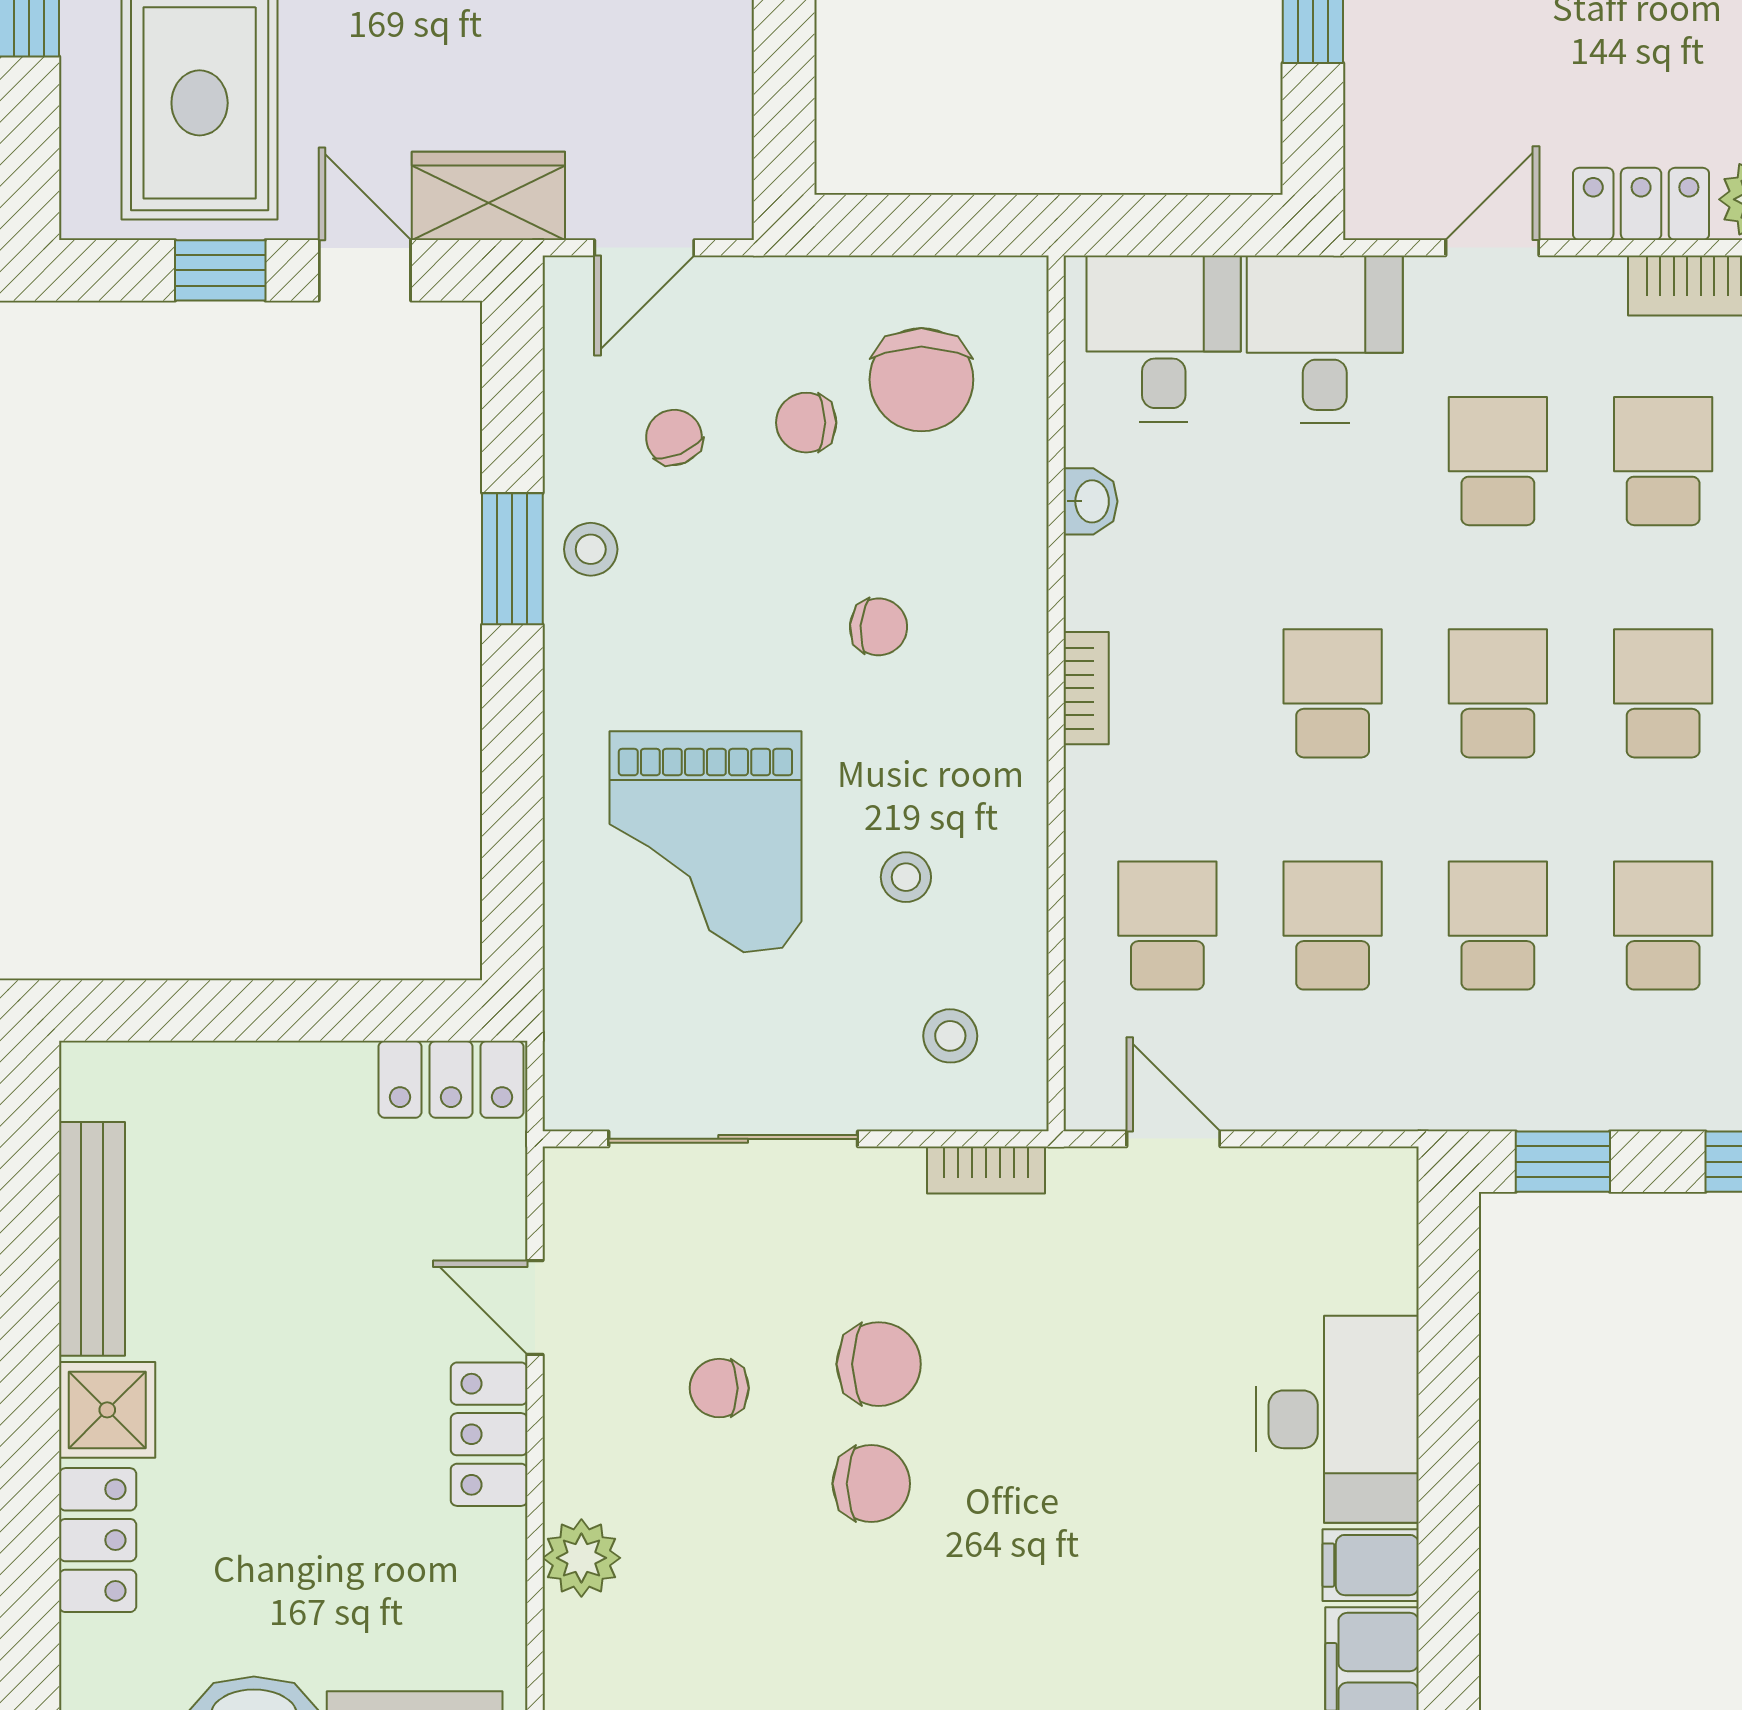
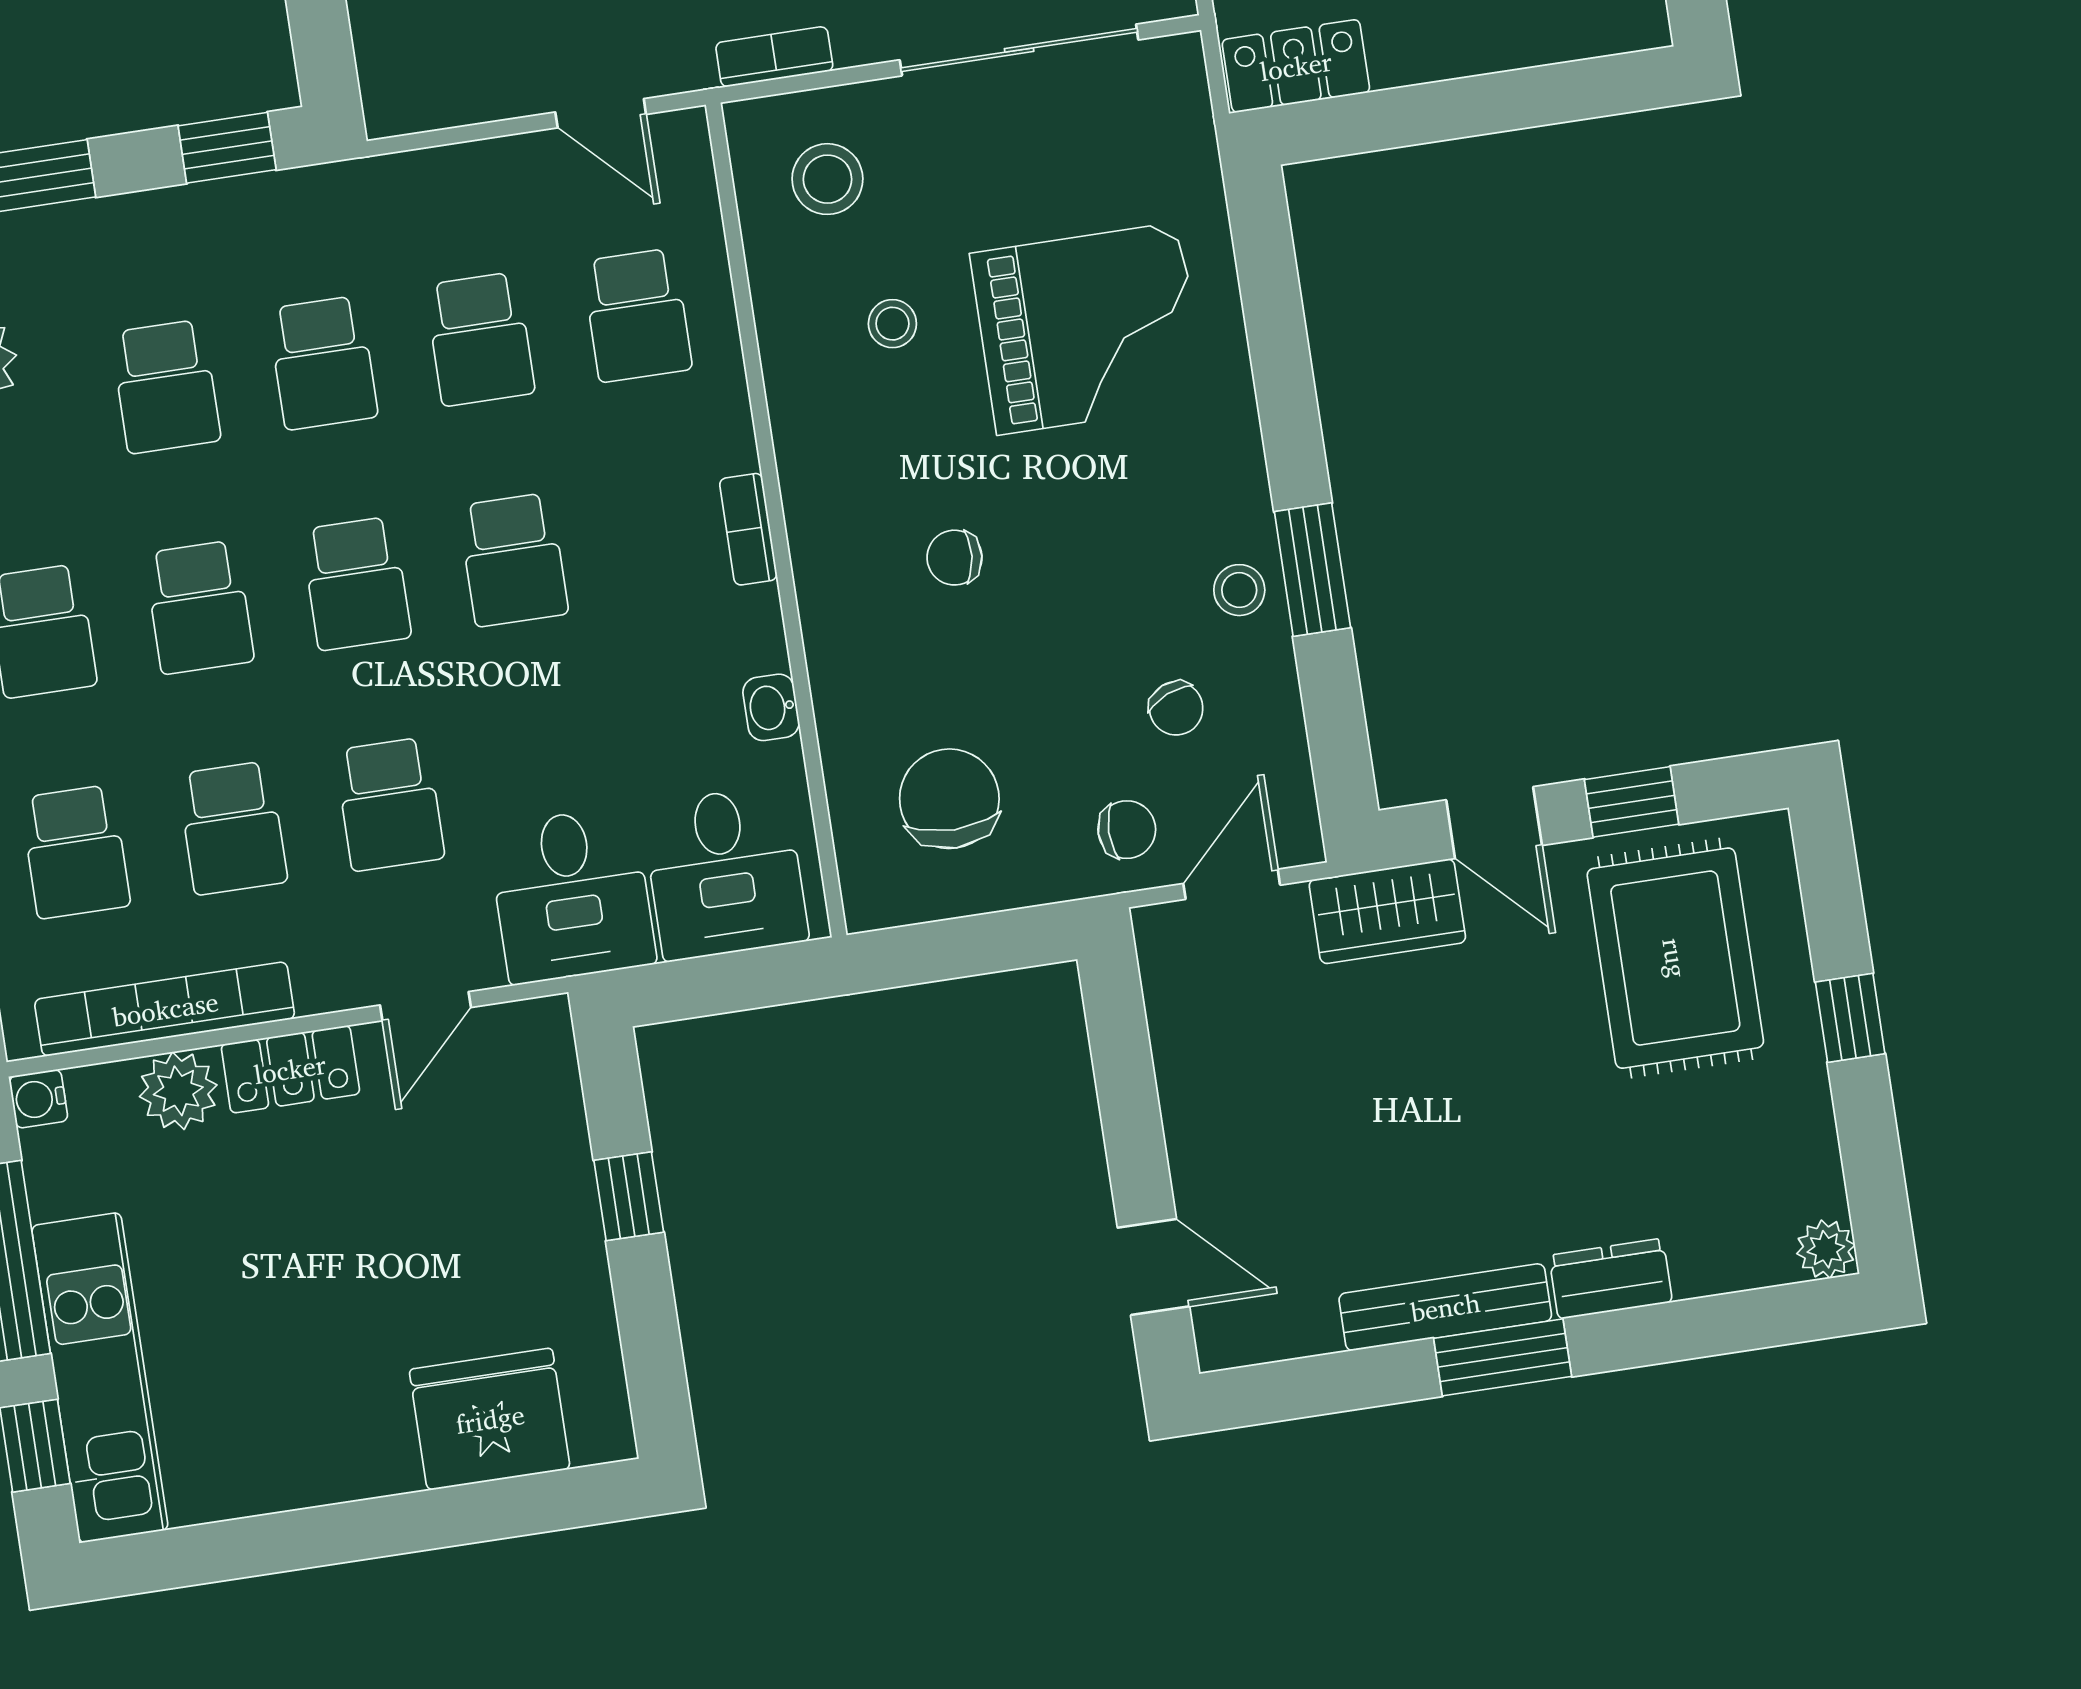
chair: (806, 423) -> (1127, 830), moved
grand piano: (705, 842) -> (1088, 328), turned 90
stool: (950, 1036) -> (827, 179), width x1.37, depth x1.37

